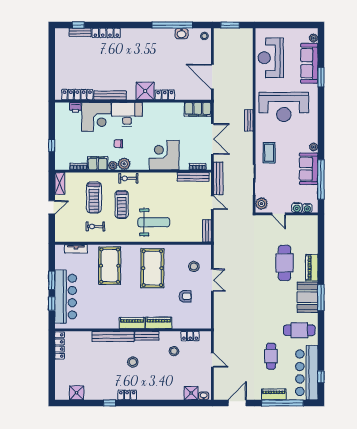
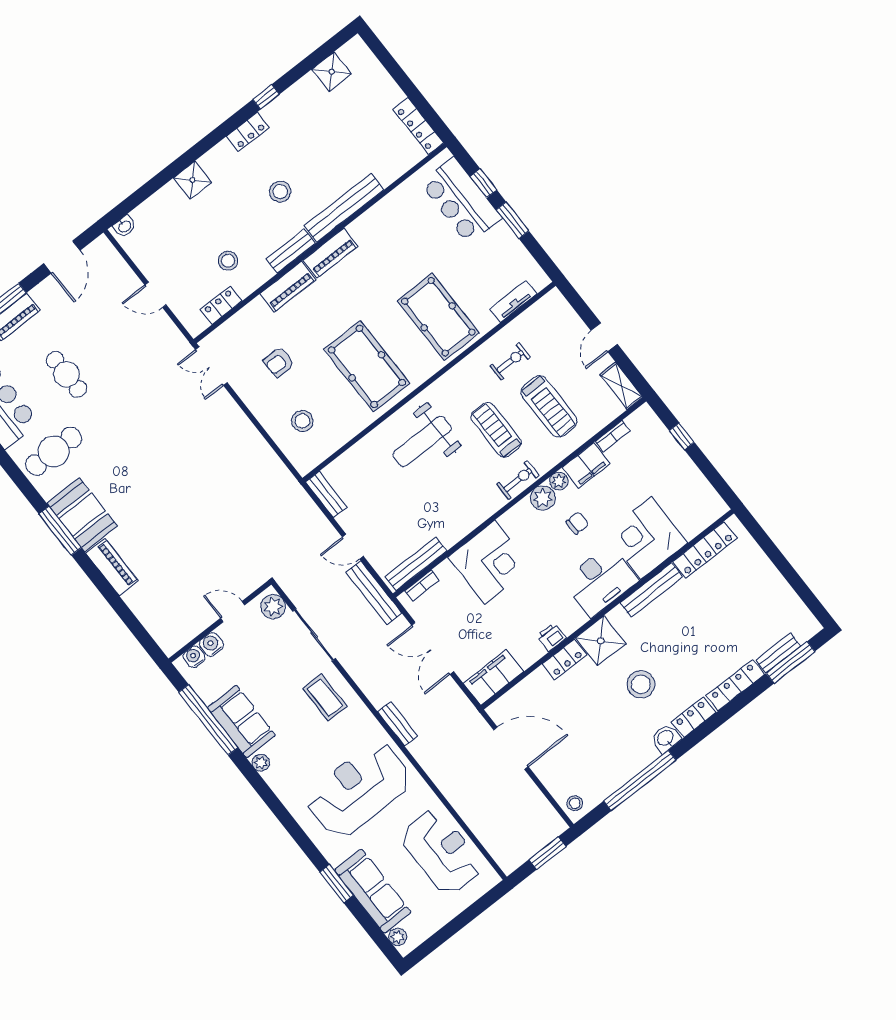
window: (78, 25) -> (791, 662), width x2.17
locker: (132, 33) -> (694, 717), added
washbasin: (182, 34) -> (666, 738), moved
stool: (143, 62) -> (641, 684), added
printer: (75, 107) -> (552, 637), moved
treadmill: (94, 197) -> (549, 406), turned 180
cafe table: (284, 263) -> (162, 541), removed
double door: (212, 280) -> (211, 366), moved
bar counter: (66, 297) -> (461, 201), width x0.73
shower: (191, 393) -> (192, 180), moved

